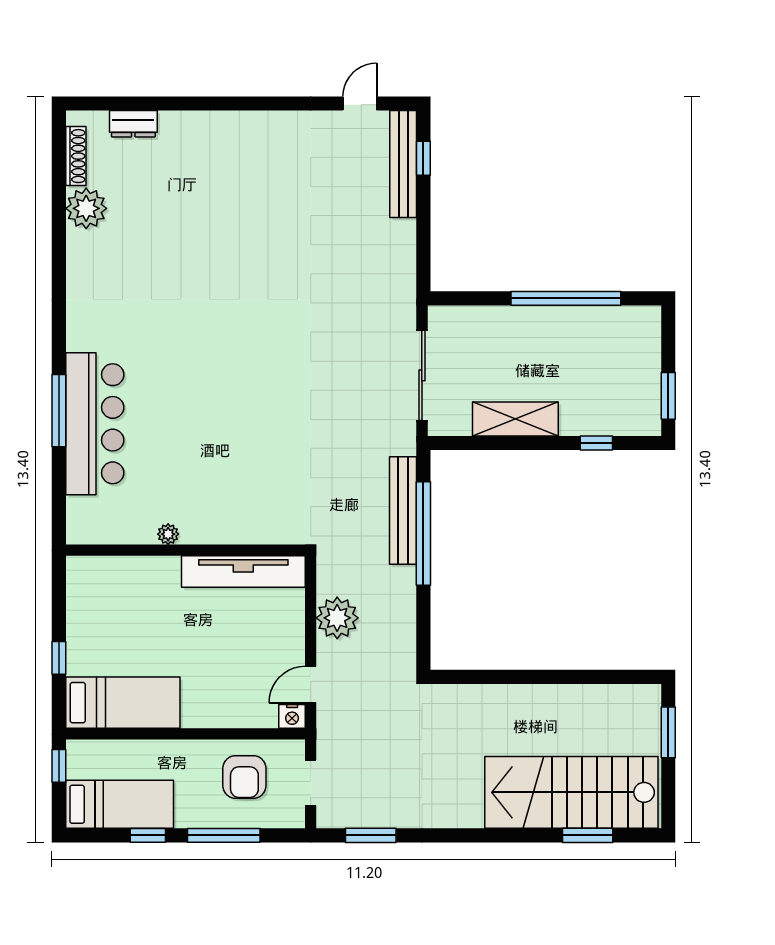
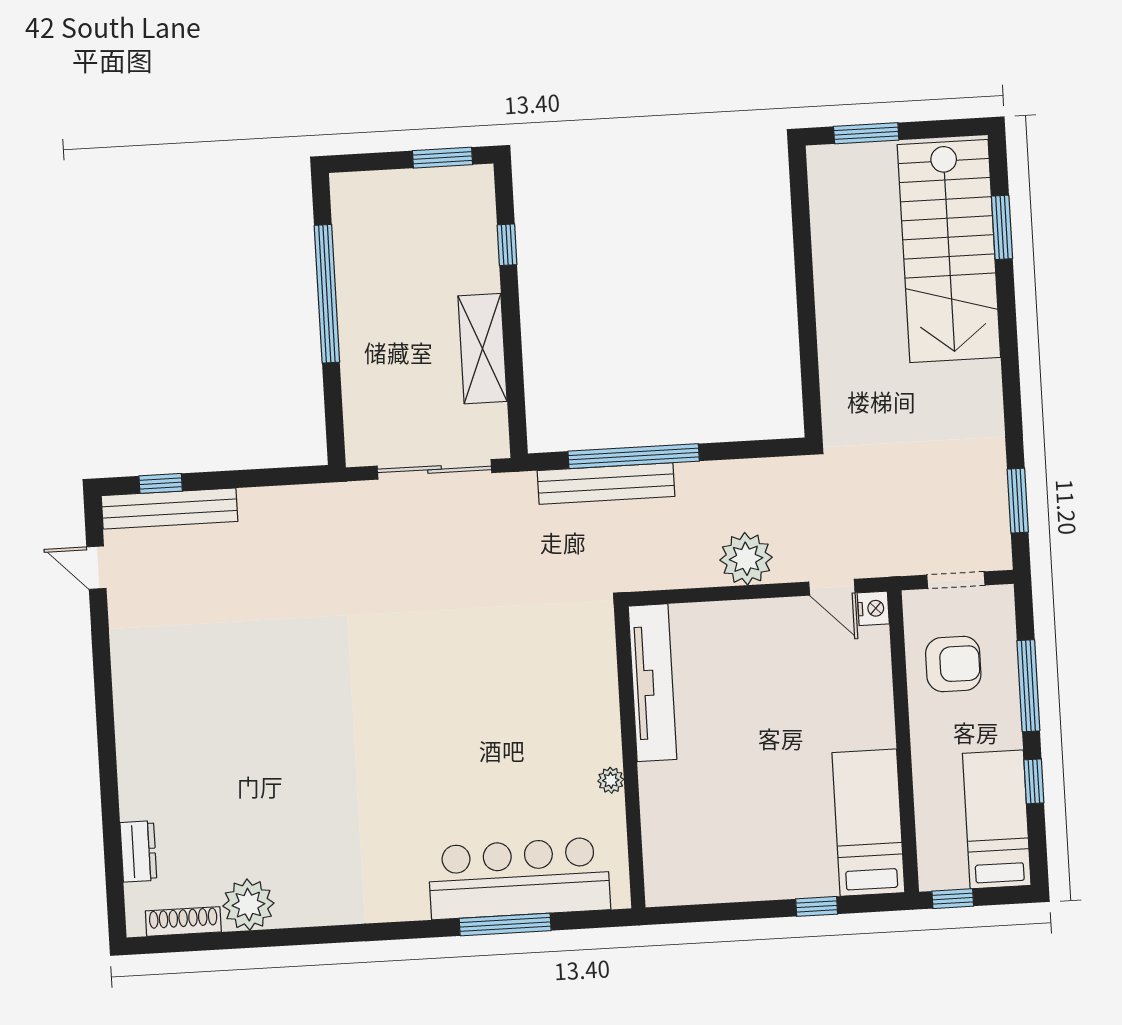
plant: (168, 534) -> (611, 780), moved
wall: (185, 550) -> (630, 757), moved
tv unit: (243, 572) -> (652, 683), moved

